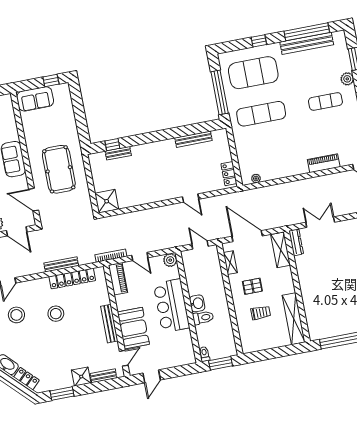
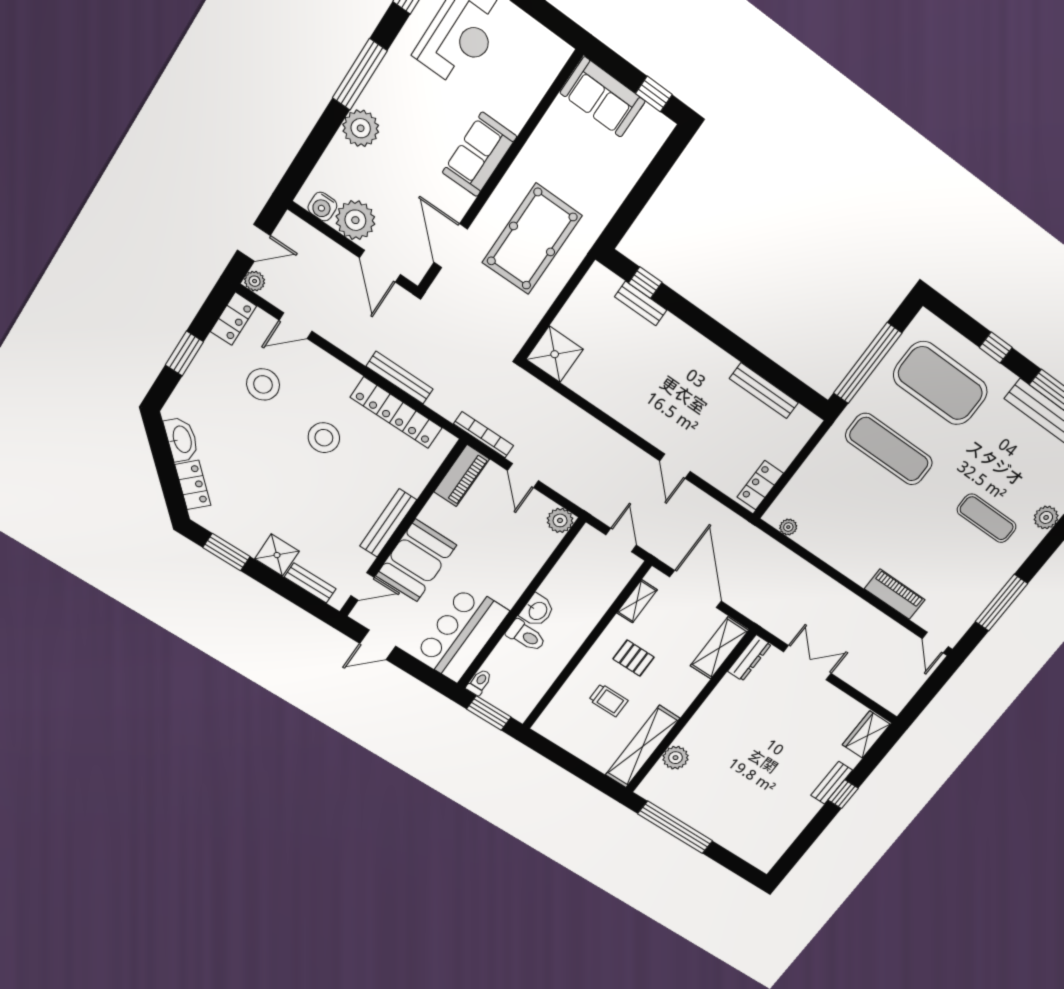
bar counter: (172, 306) -> (461, 634), moved
plant: (311, 311) -> (676, 758), added

